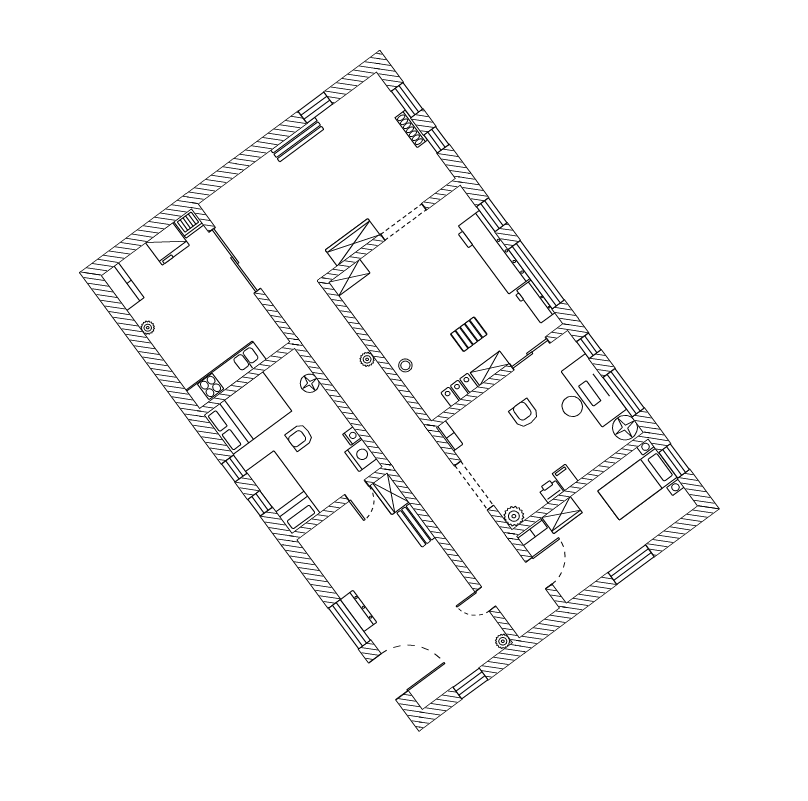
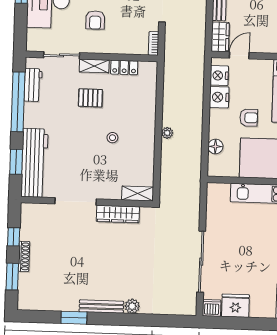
plant: (268, 164) -> (132, 306), added
workbench: (492, 254) -> (34, 163), moved
window: (589, 346) -> (20, 31), removed
stool: (405, 365) -> (112, 138), moved
nightstand: (352, 436) -> (219, 97), width x1.89, depth x1.79

